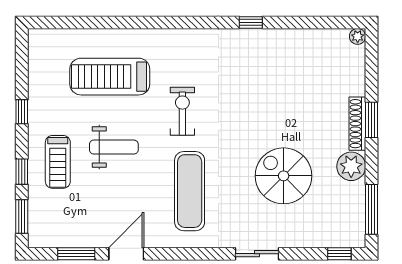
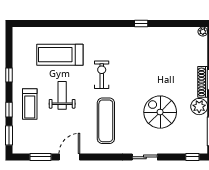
weight bench: (114, 147) -> (62, 95), turned -90

